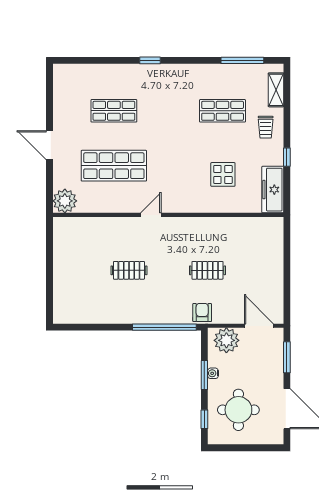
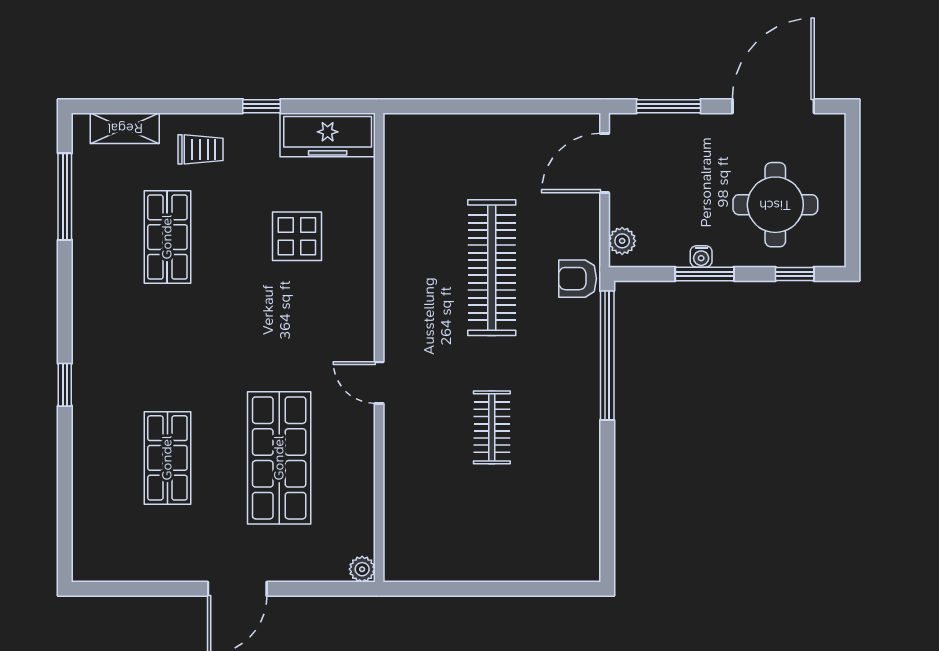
plant: (65, 201) -> (362, 569), width x0.53, depth x0.53
clothes rail: (207, 270) -> (492, 268), width x1.86, depth x1.31
plant: (226, 340) -> (622, 241), width x0.53, depth x0.53

